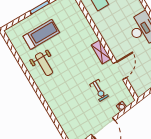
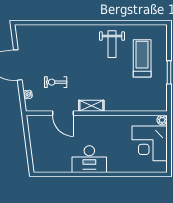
treadmill: (41, 34) -> (142, 58), turned 180
weight bench: (44, 64) -> (112, 44), turned -90

